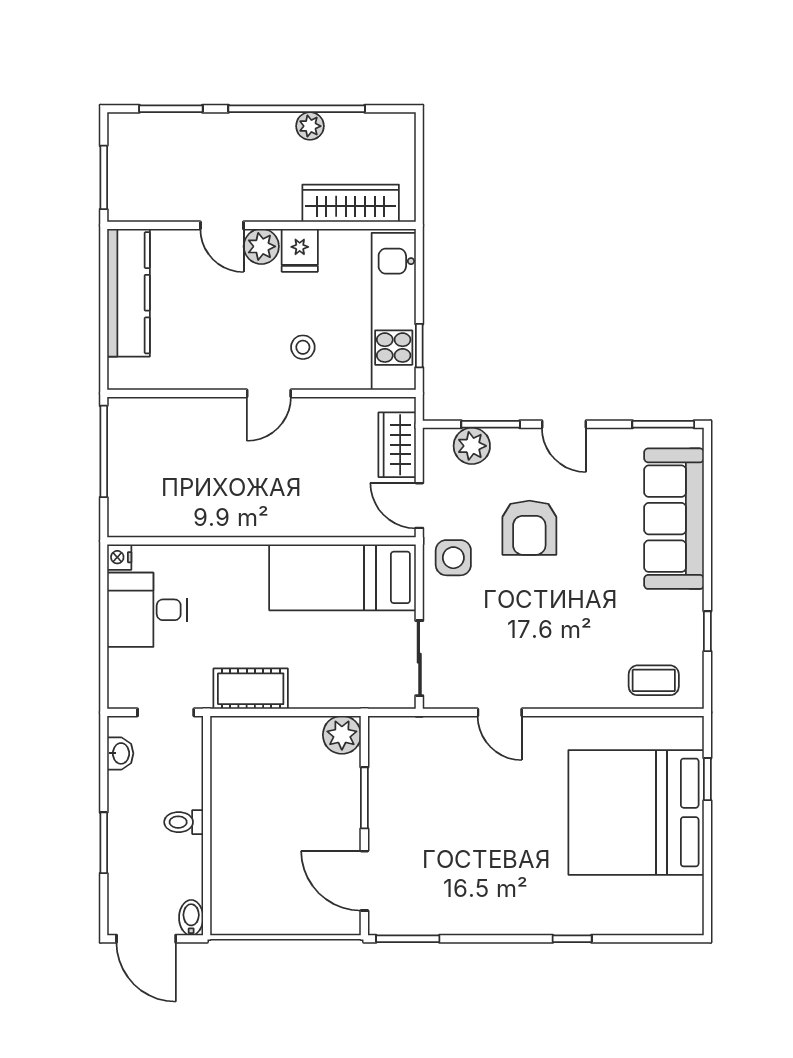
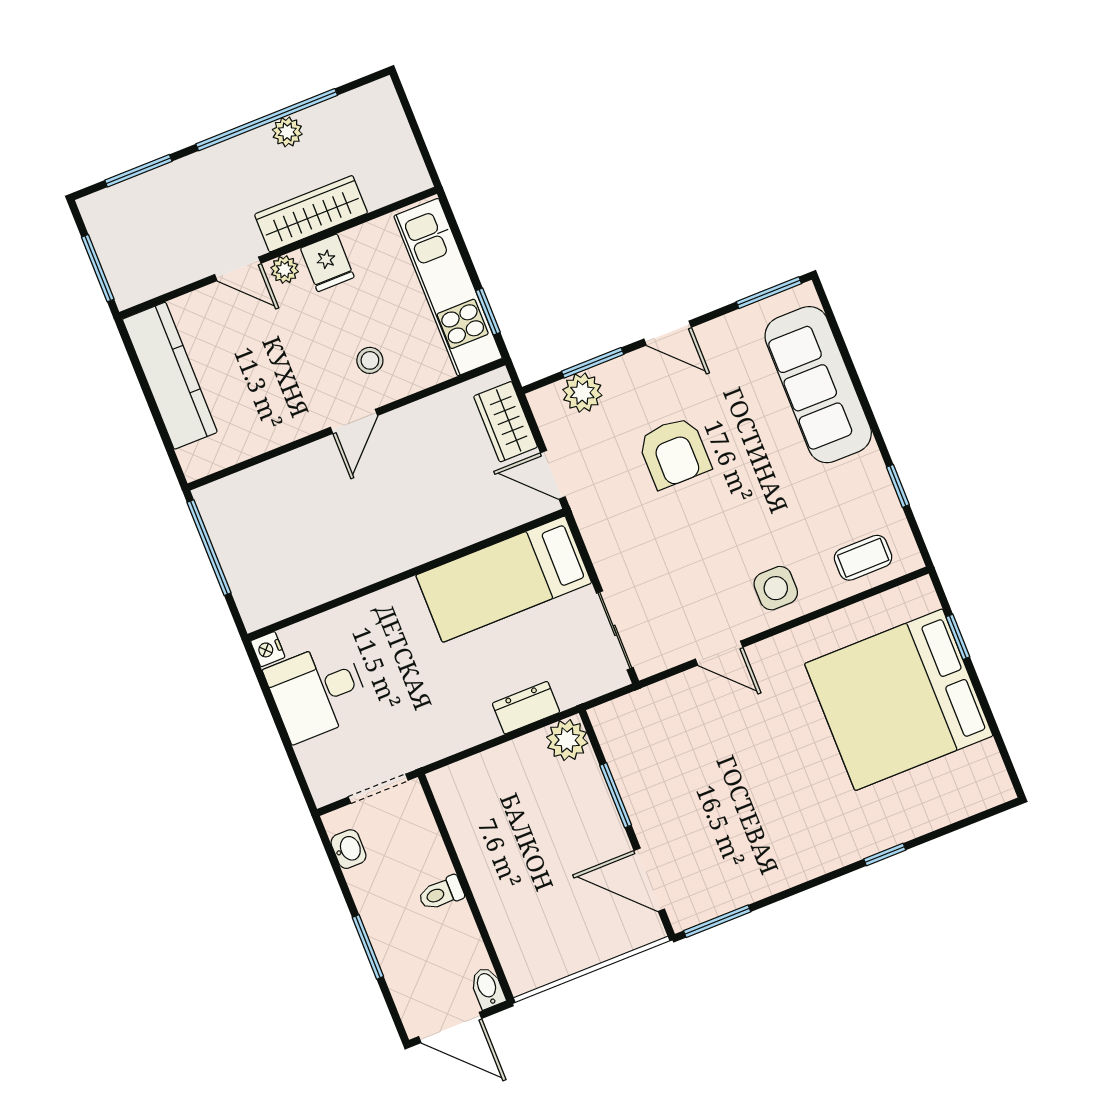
wardrobe: (351, 203) -> (311, 214), moved
plant: (261, 246) -> (285, 270), width x0.73, depth x0.73
side table: (453, 558) -> (776, 588), moved
cot: (251, 689) -> (455, 730), removed
dresser: (318, 694) -> (526, 708), added

